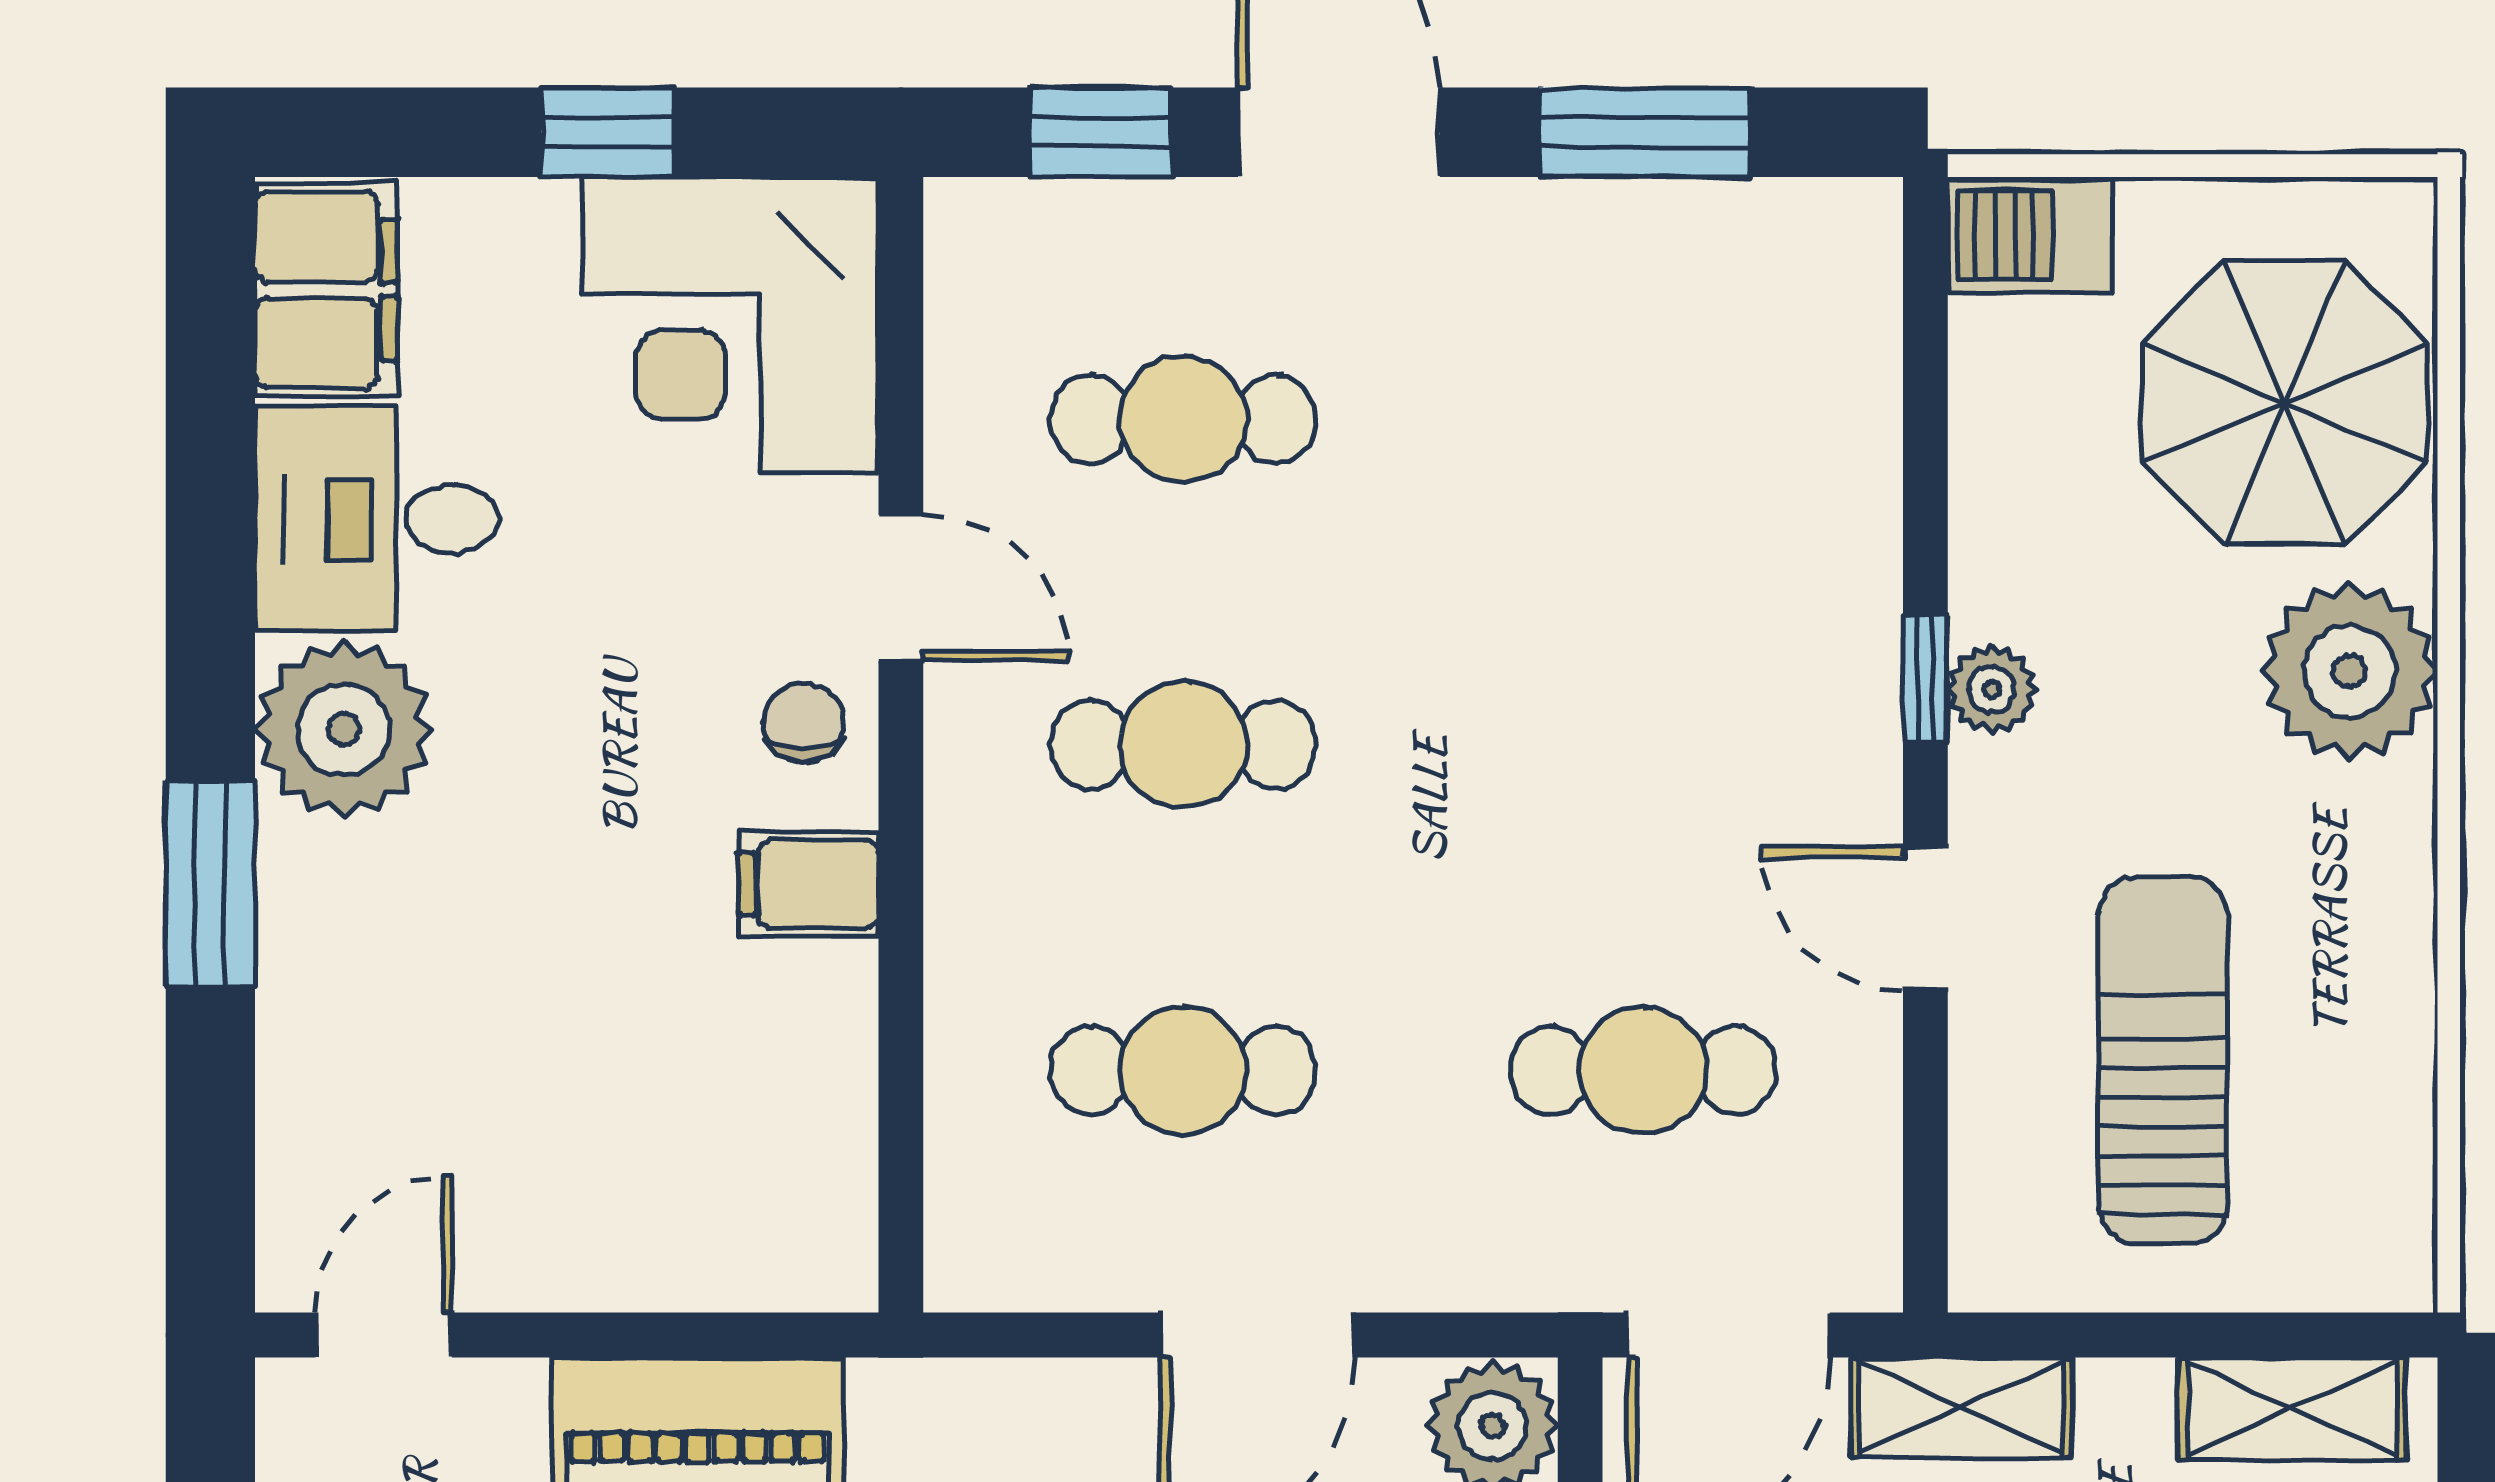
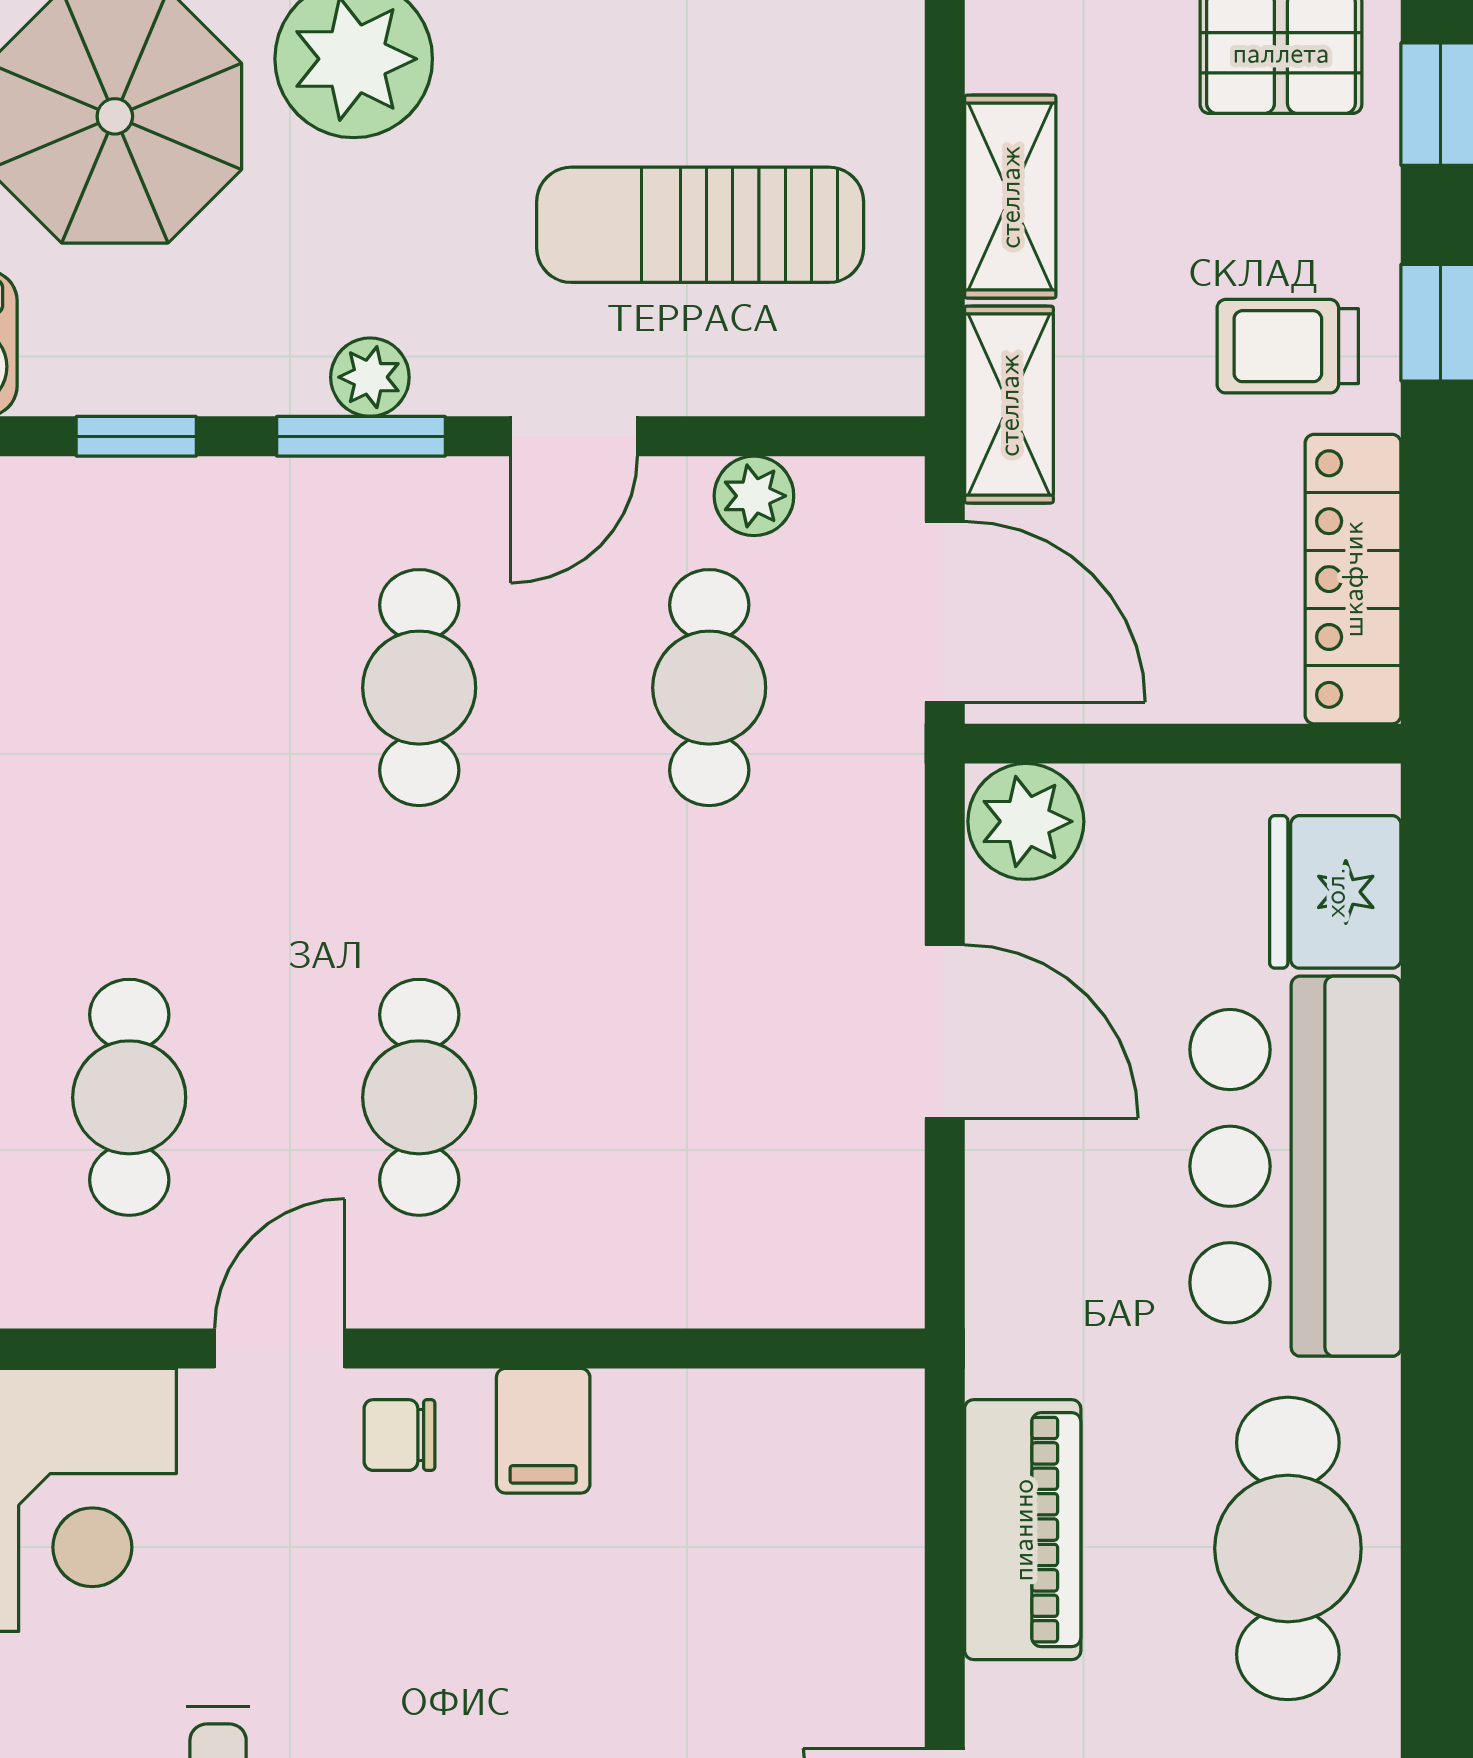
window: (1925, 427) -> (136, 436), added
window: (1925, 679) -> (361, 436), width x1.50
cafe table: (1183, 1070) -> (419, 688), moved
plant: (1858, 1121) -> (754, 496), added
shelving: (2292, 1409) -> (1010, 197), moved

